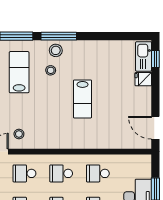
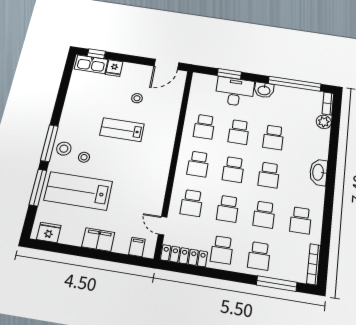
lab bench: (19, 72) -> (78, 191), width x1.36, depth x1.39
lab bench: (82, 99) -> (122, 130), turned 180
stool: (19, 134) -> (137, 98), moved

